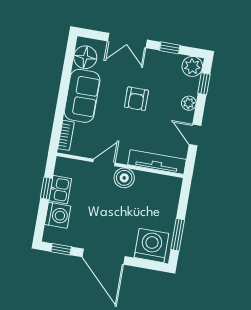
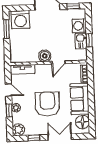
window: (204, 84) -> (9, 110), moved
armchair: (136, 99) -> (47, 104), width x1.88, depth x1.88
tv unit: (157, 162) -> (23, 69), width x0.71

